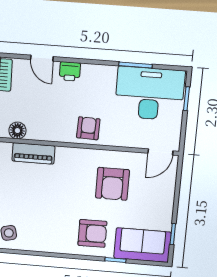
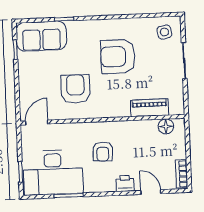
armchair: (88, 128) -> (103, 151), moved
armchair: (92, 233) -> (118, 56), moved, width x1.36, depth x1.36

